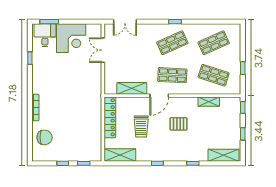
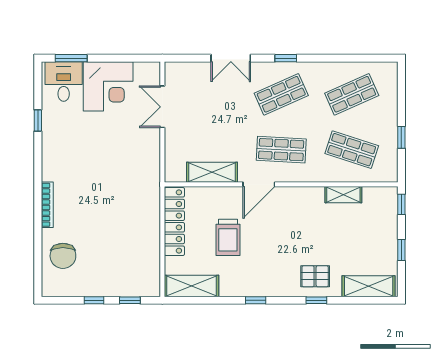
double door: (125, 22) -> (231, 58), moved
pallet: (179, 124) -> (315, 276), moved
chair: (45, 137) -> (63, 256), turned 90

